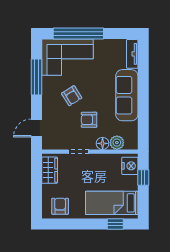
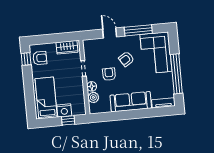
window: (78, 33) -> (176, 74), moved
door: (36, 128) -> (110, 33), moved
nightstand: (130, 166) -> (64, 110), moved
window: (115, 224) -> (26, 59), moved

